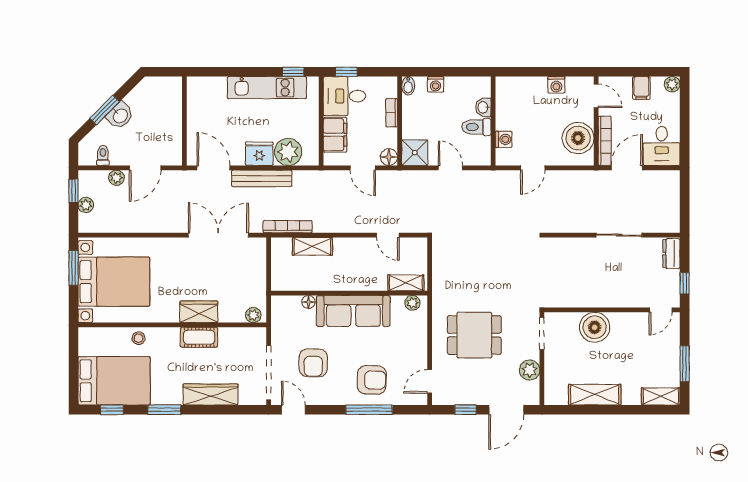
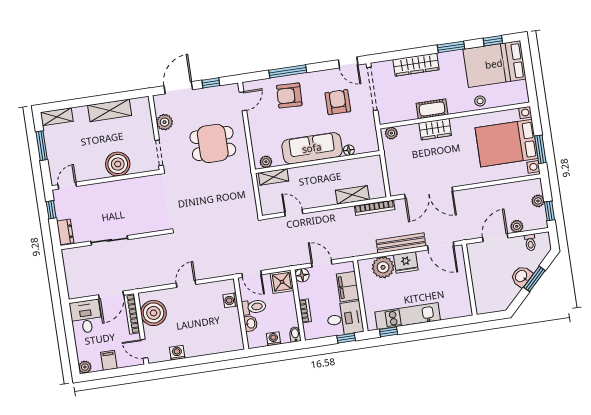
washbasin: (483, 107) -> (251, 323), moved
wall: (493, 121) -> (241, 314), moved
toilet: (476, 127) -> (254, 307), moved
washing machine: (504, 139) -> (231, 300), moved

